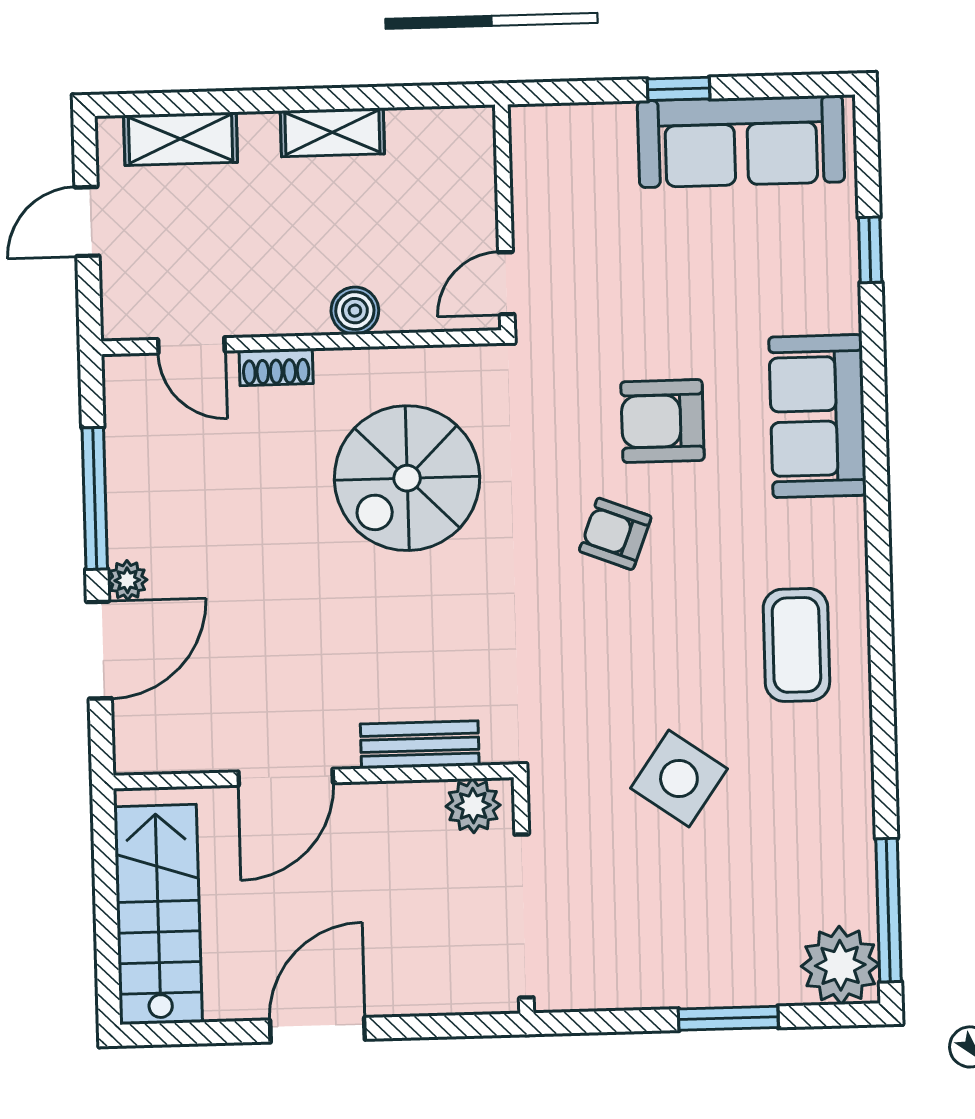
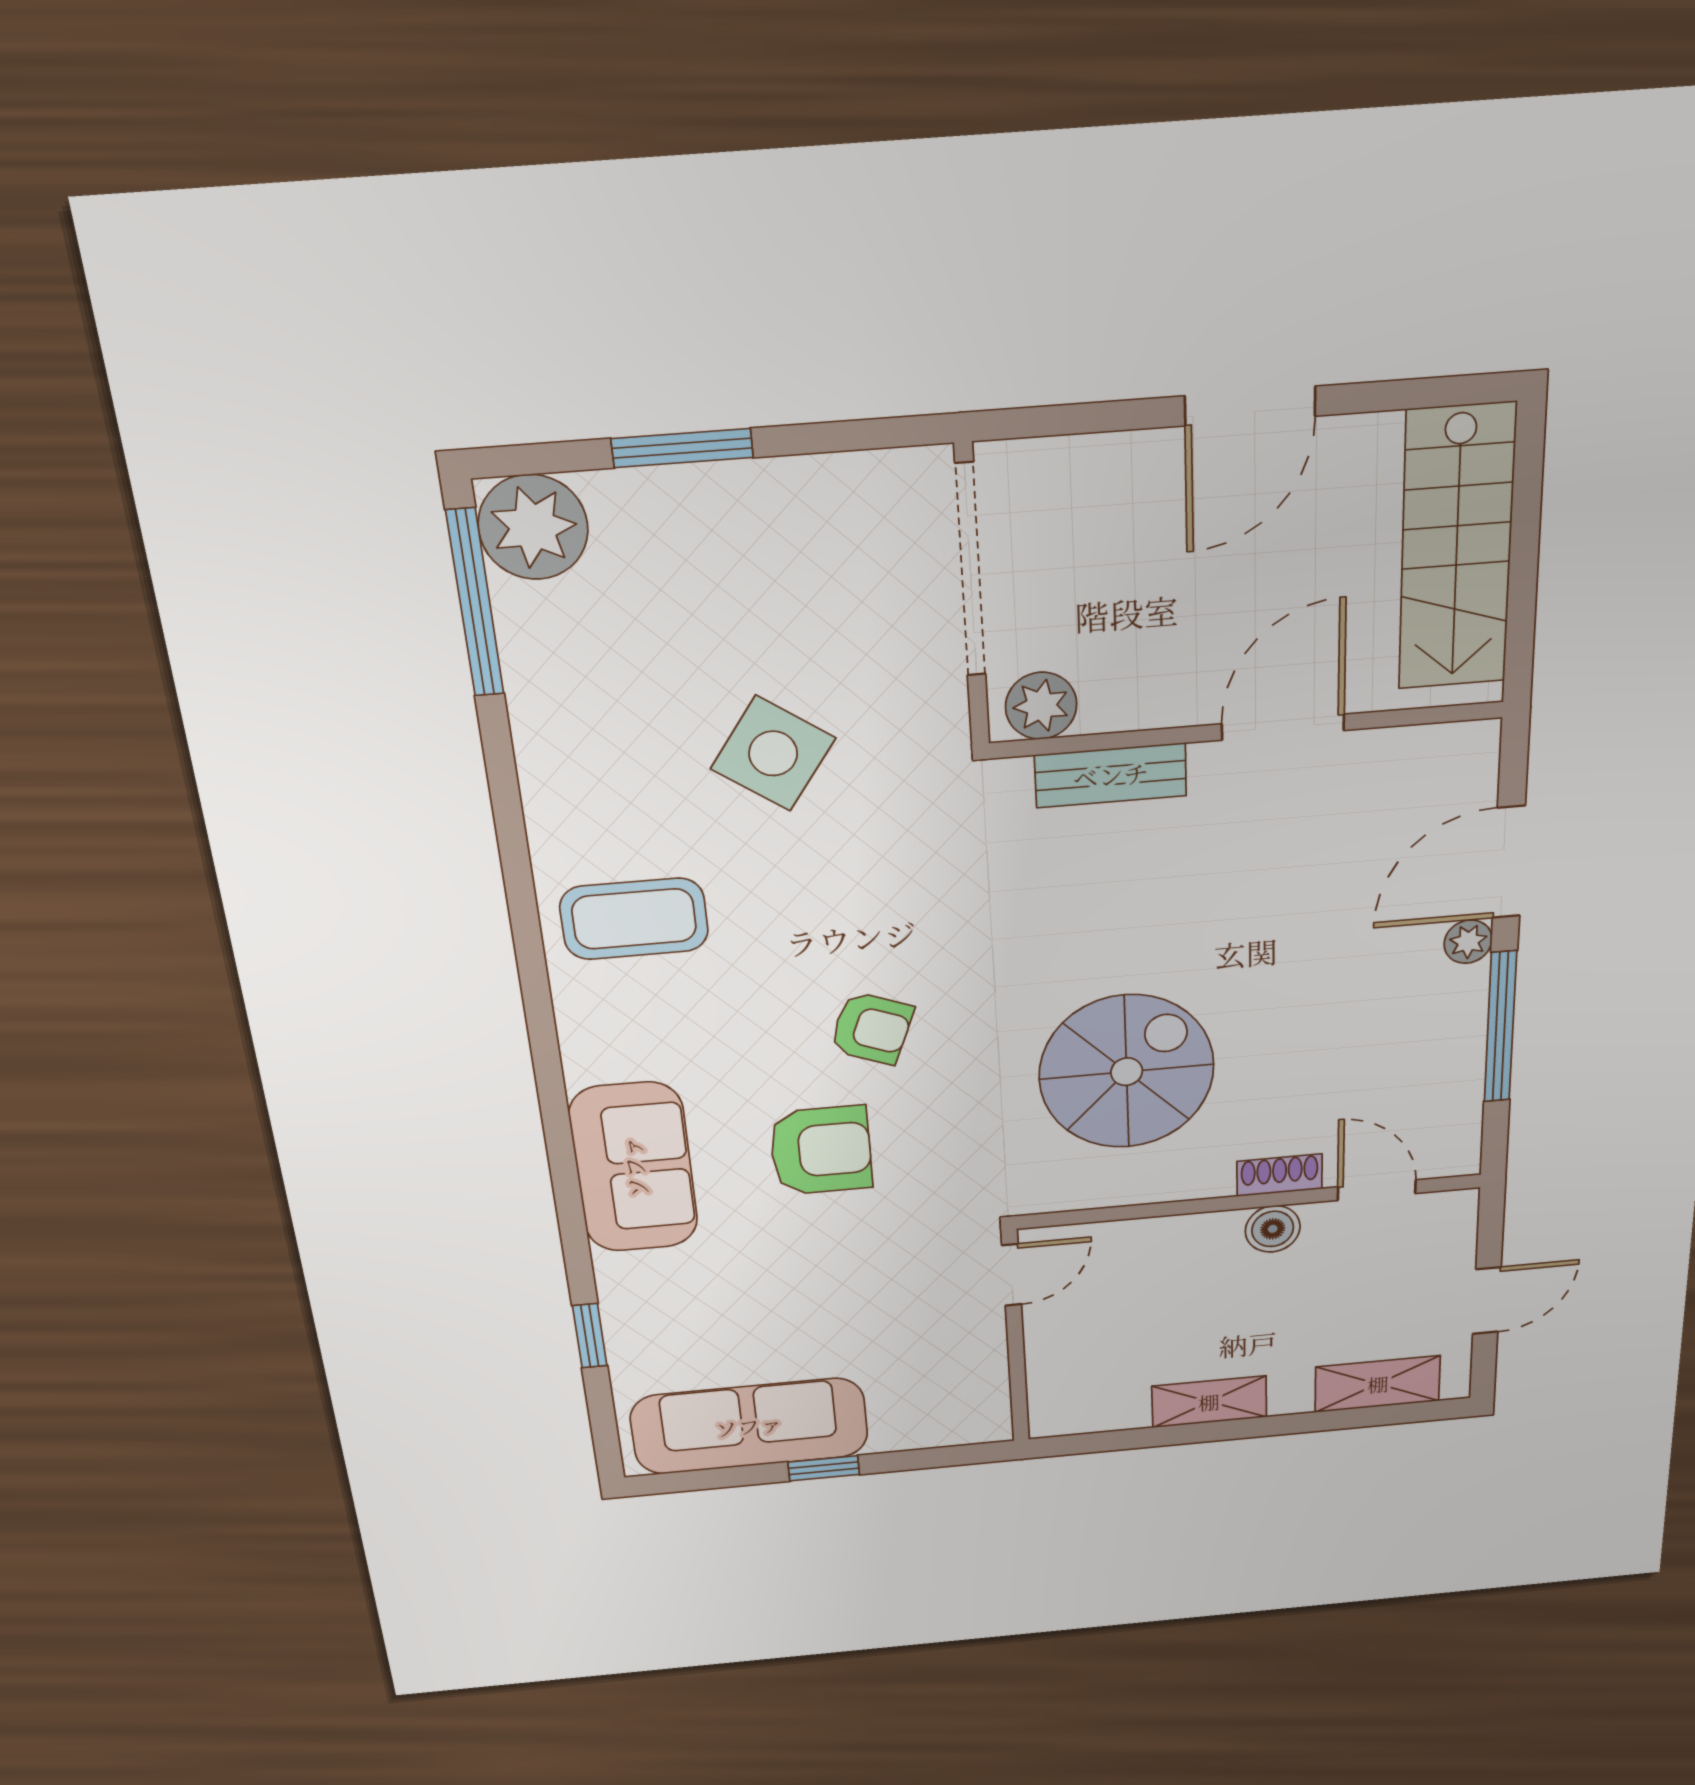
boiler: (355, 311) -> (1273, 1229), moved
coffee table: (796, 645) -> (634, 919), turned 90

